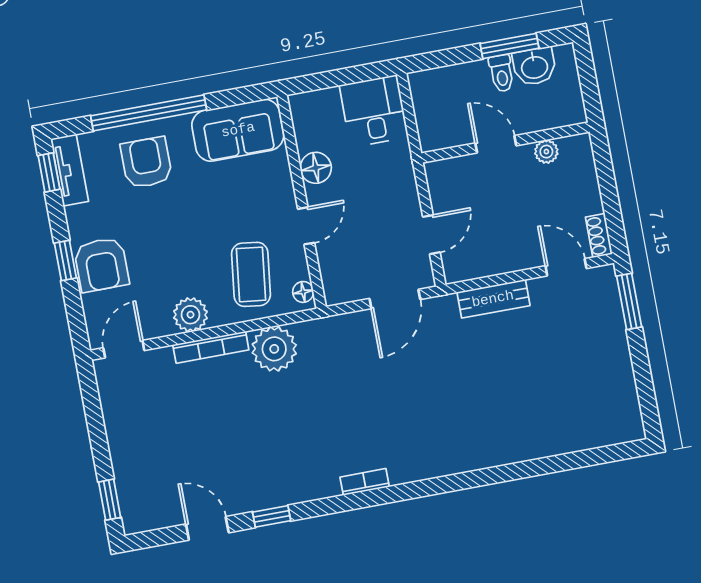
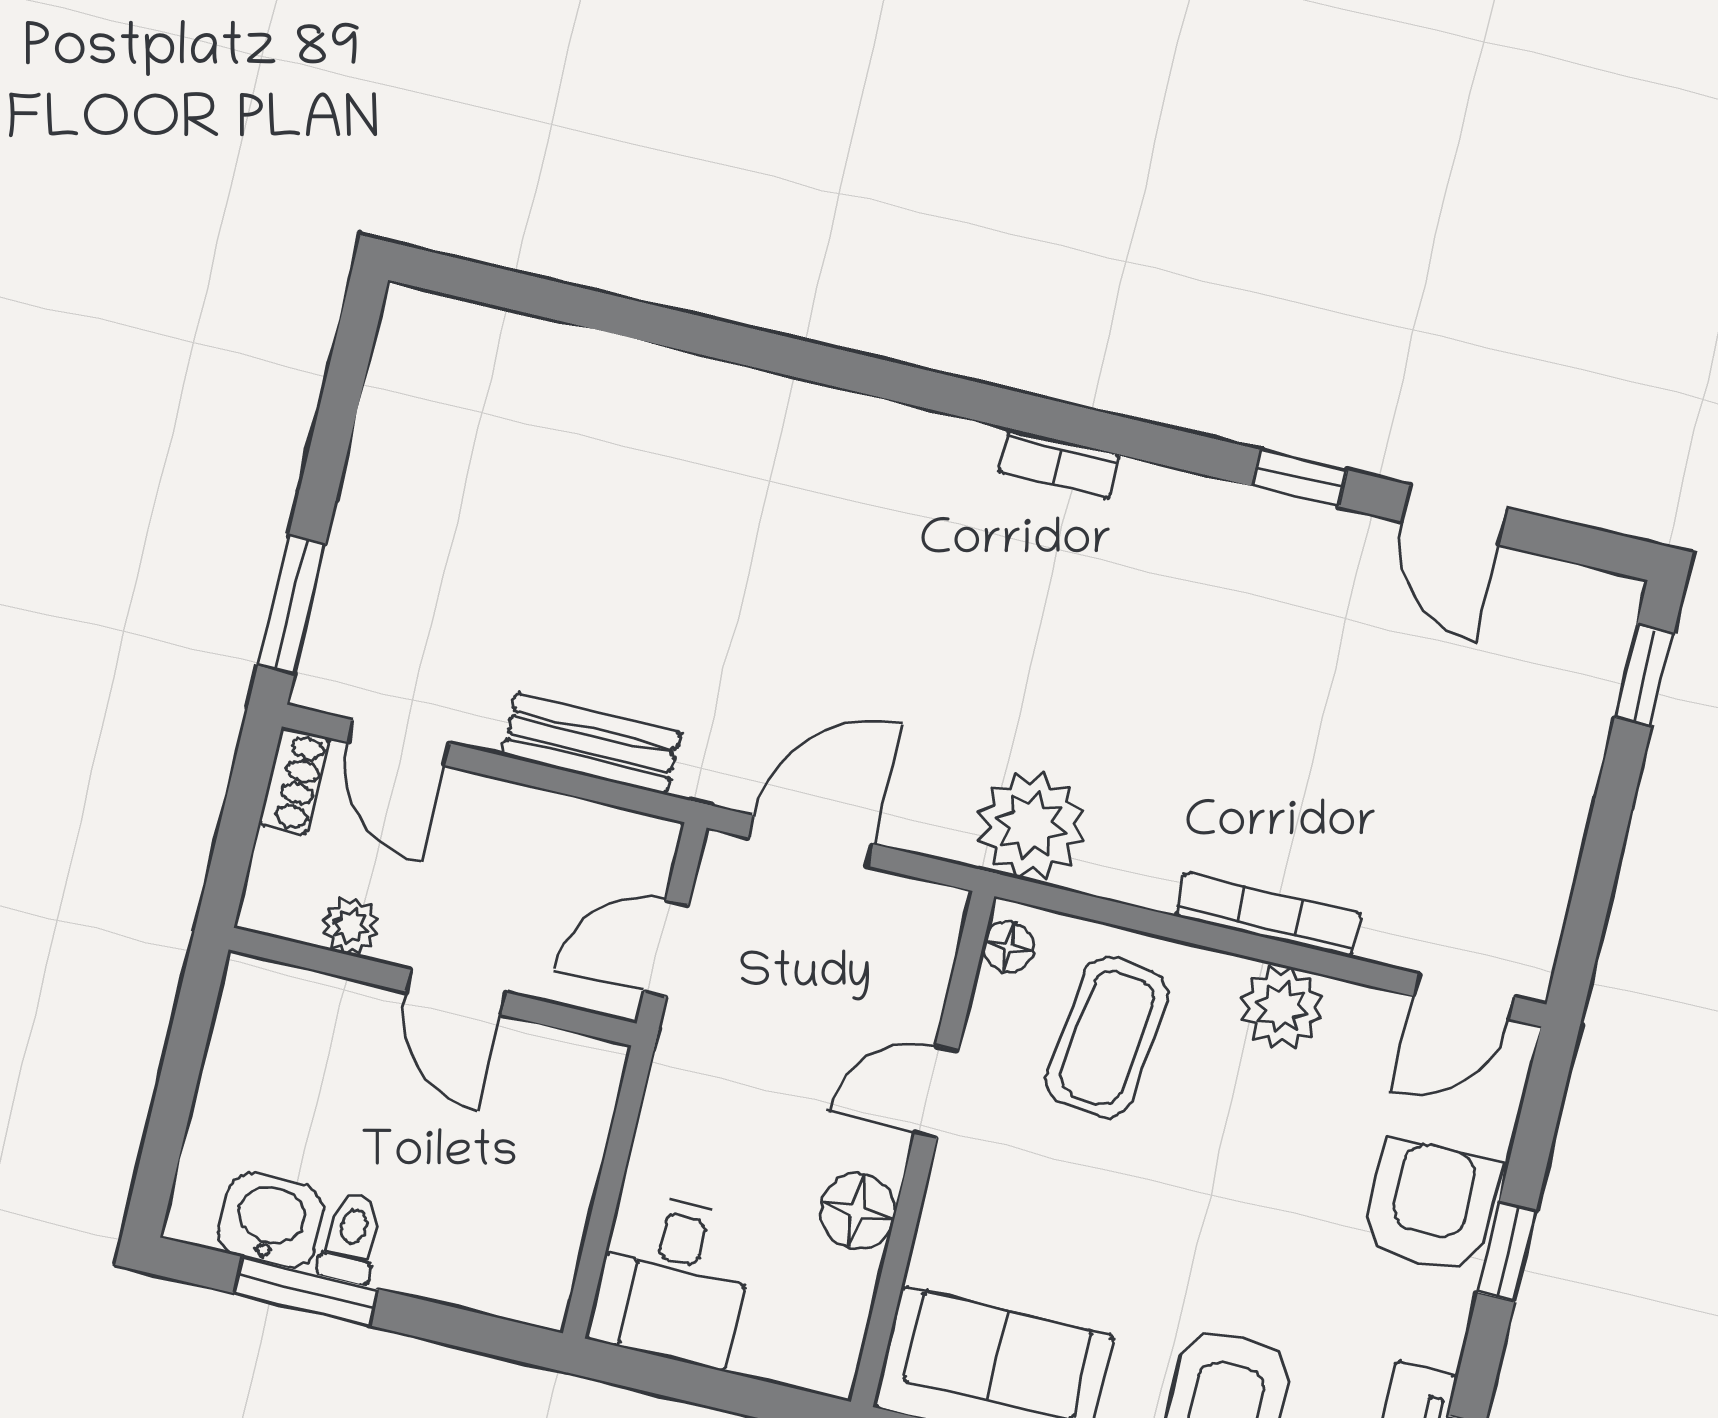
wall: (505, 142) -> (433, 987), moved
door: (496, 144) -> (456, 992), moved
plant: (546, 152) -> (350, 926), moved
plant: (274, 349) -> (1031, 825), moved

